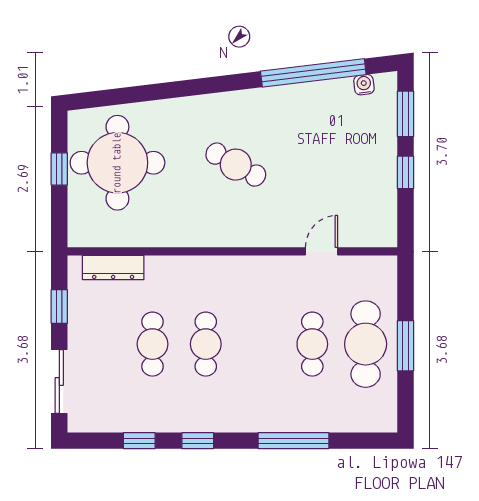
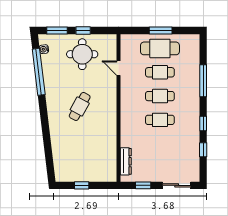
round table: (117, 163) -> (82, 54), moved, width x0.73, depth x0.73
cafe table: (152, 344) -> (160, 96), moved

